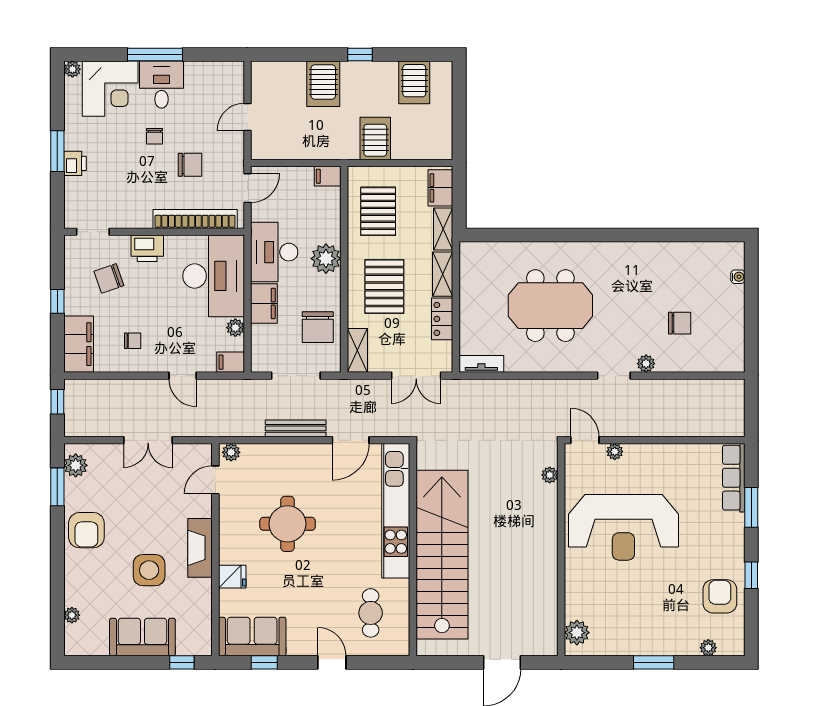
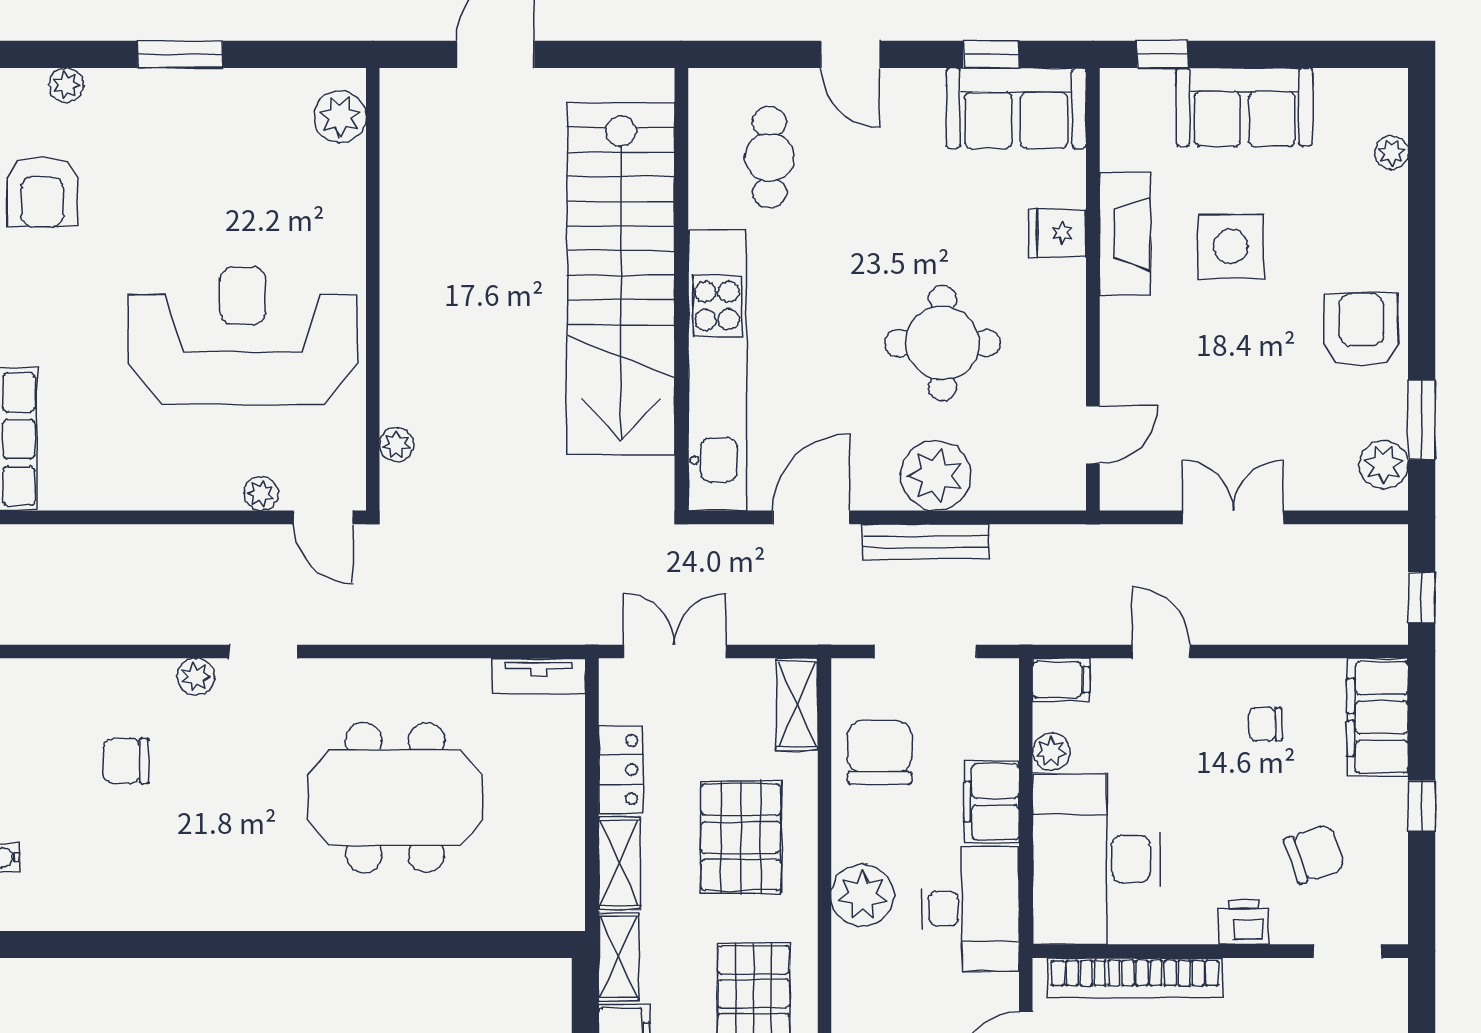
printer: (147, 248) -> (1244, 922), width x0.73, depth x0.81
plant: (231, 452) -> (936, 476), moved, width x1.87, depth x1.87
fireplace: (200, 548) -> (1125, 234), moved

